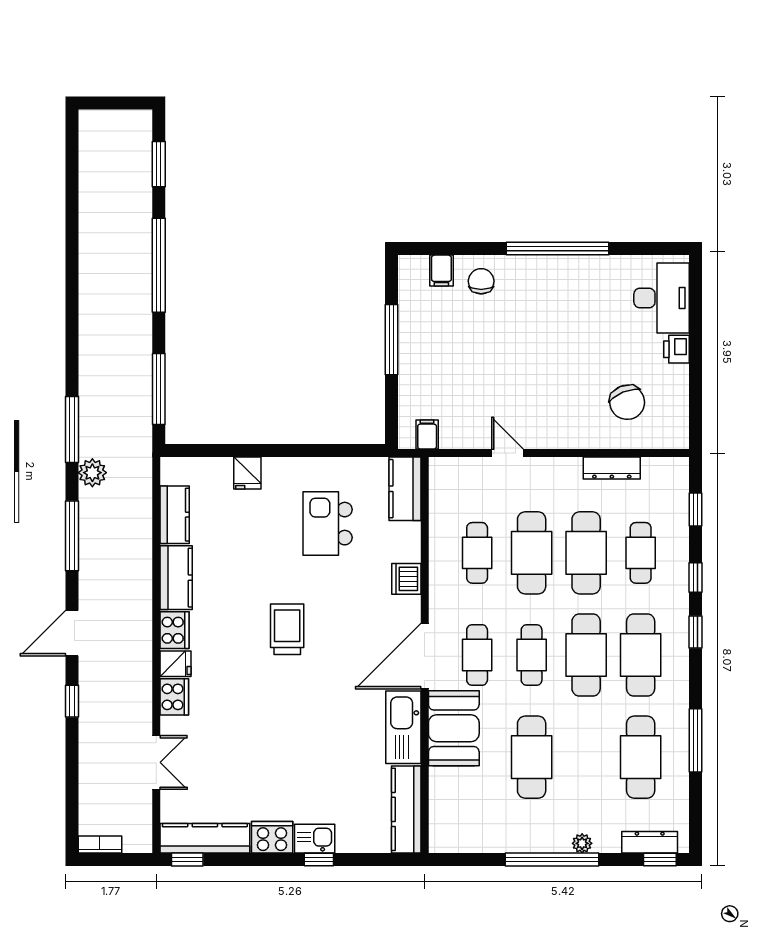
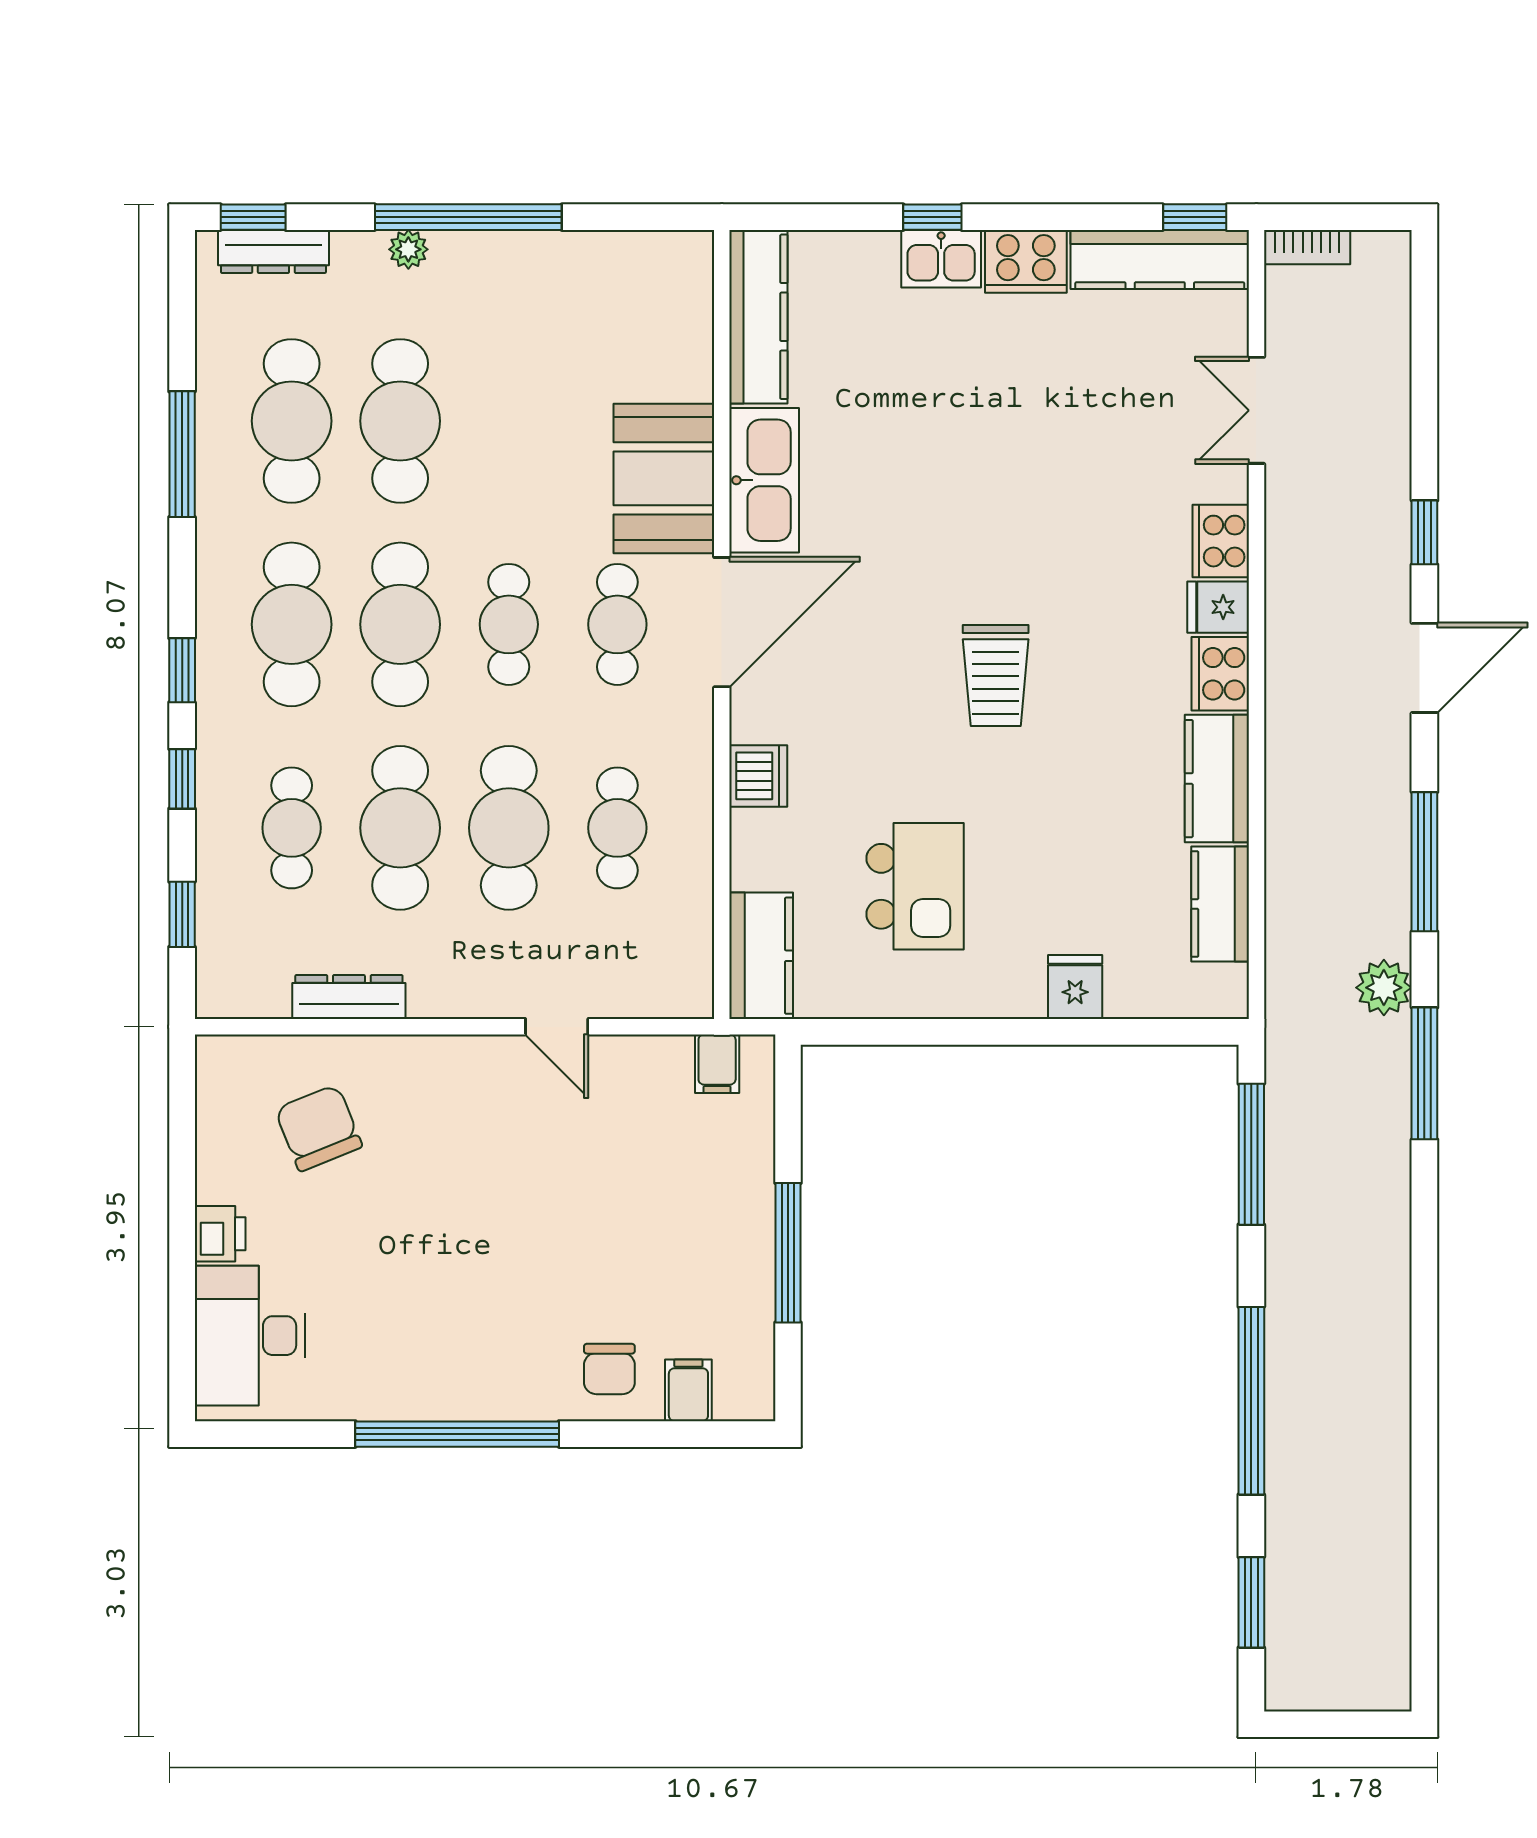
cafe table: (532, 757) -> (400, 421), moved
bookcase: (100, 844) -> (1307, 247), moved

